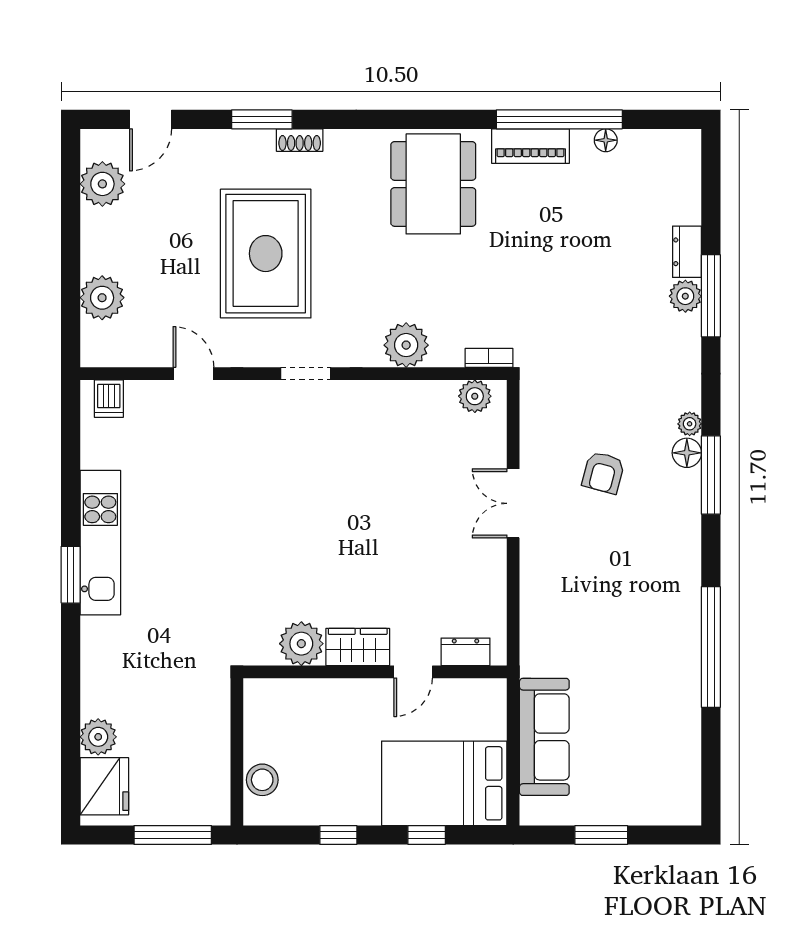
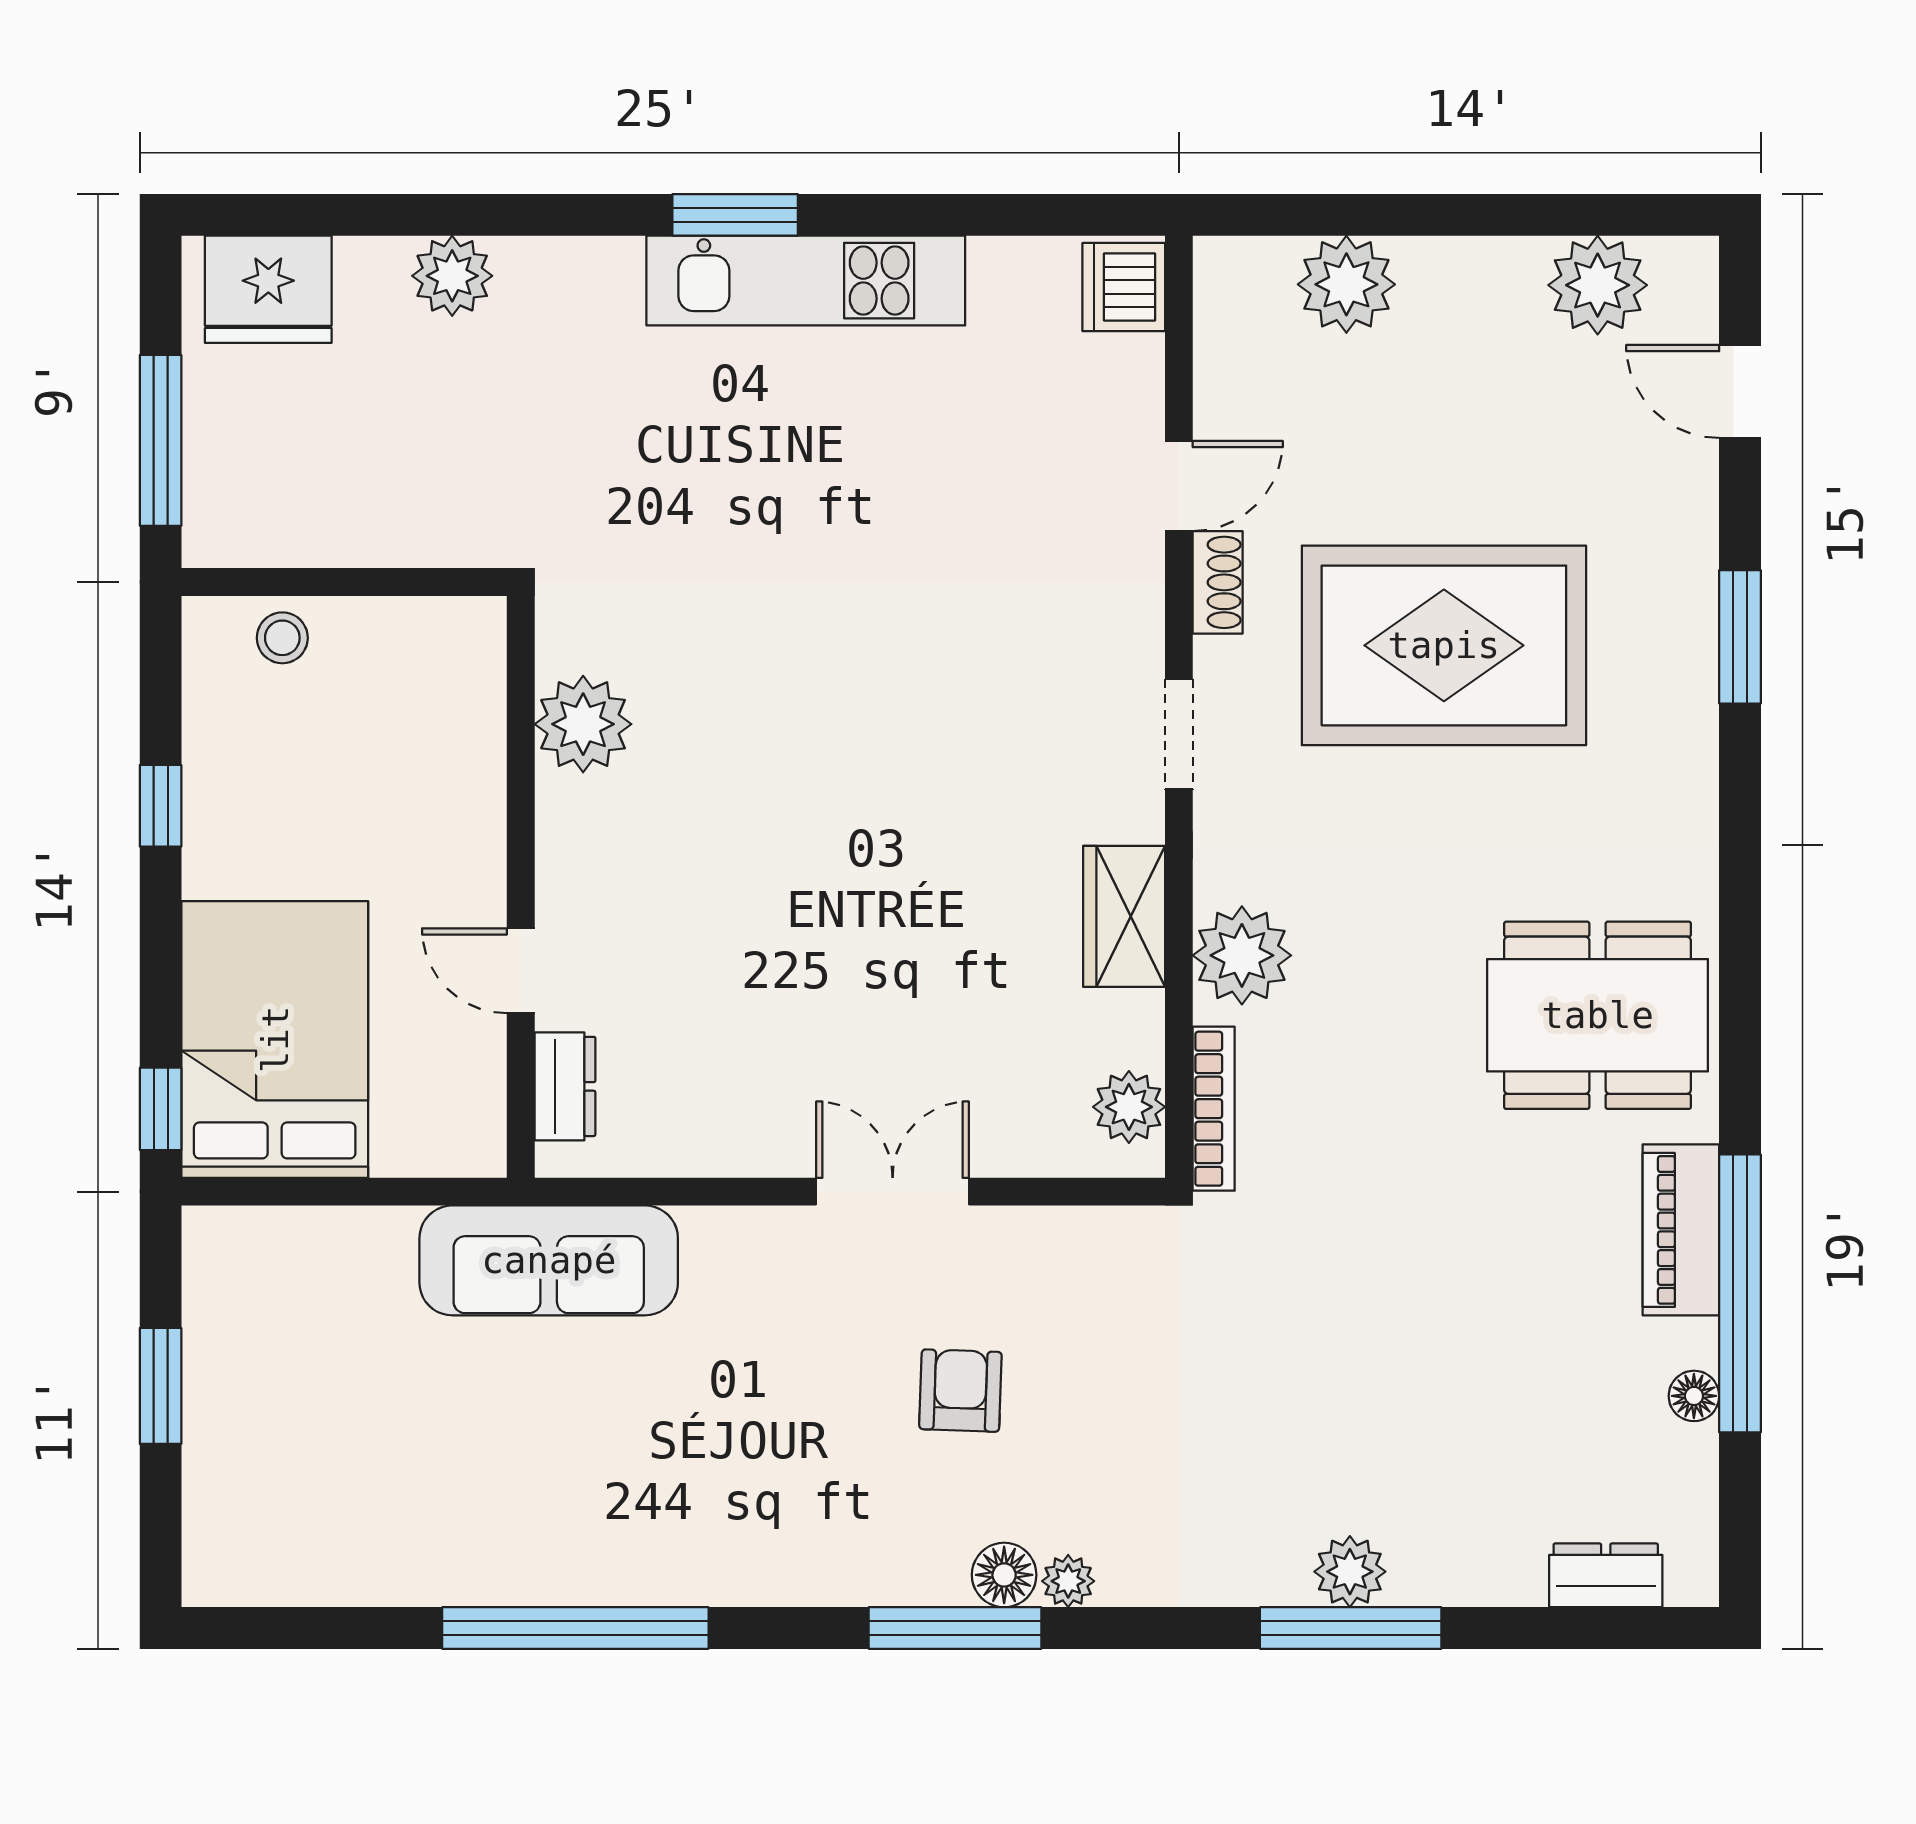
shoe rack: (300, 140) -> (1218, 582), moved, turned 180
dresser: (687, 252) -> (1606, 1575), moved
bookcase: (489, 358) -> (1214, 1109), width x1.56
dishwasher: (109, 399) -> (1124, 287), width x1.38
armchair: (603, 473) -> (960, 1391), turned 77
wardrobe: (358, 647) -> (1124, 916), moved, turned 180
plant: (98, 737) -> (452, 276), moved
sofa: (544, 737) -> (549, 1260), moved
stool: (262, 780) -> (282, 638), width x0.73, depth x0.73
window: (427, 835) -> (161, 1109), moved

